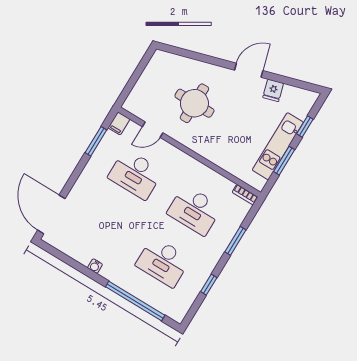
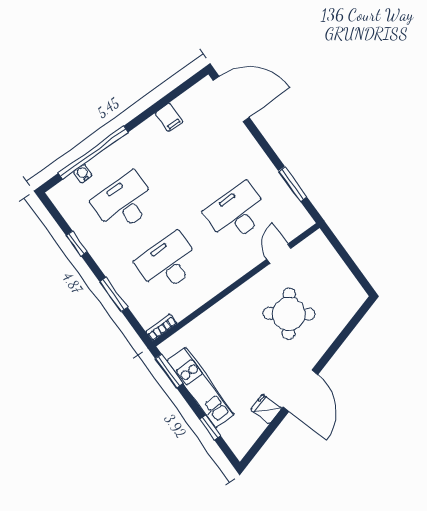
door: (249, 70) -> (300, 391), width x1.36
round table: (194, 103) -> (289, 314), turned 37
filing cabinet: (119, 123) -> (169, 117), moved, turned 180
window: (284, 161) -> (169, 371), moved
water cooler: (95, 266) -> (83, 174), moved

